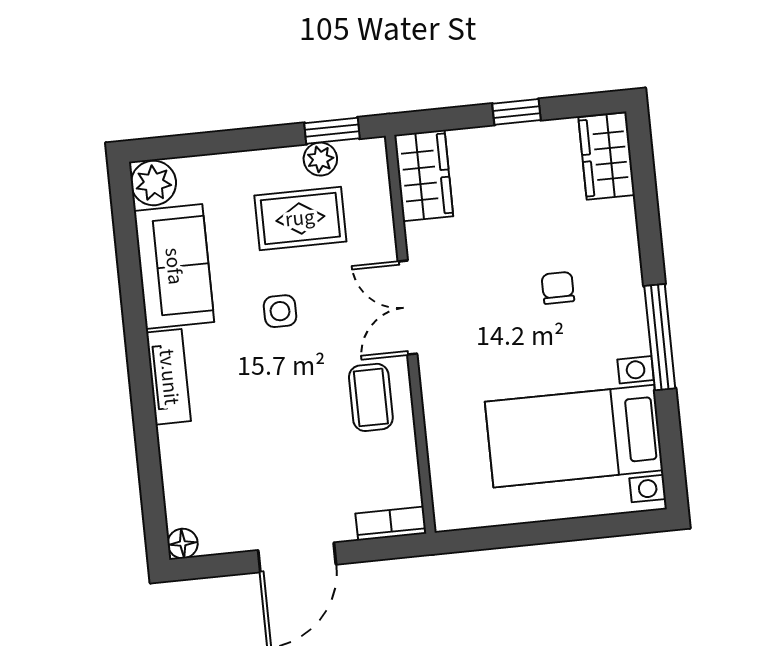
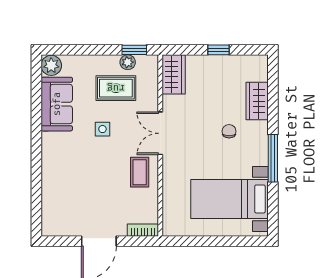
wardrobe: (607, 156) -> (257, 101), moved
tv unit: (169, 377) -> (49, 154), removed
floor lamp: (183, 543) -> (48, 230), removed

